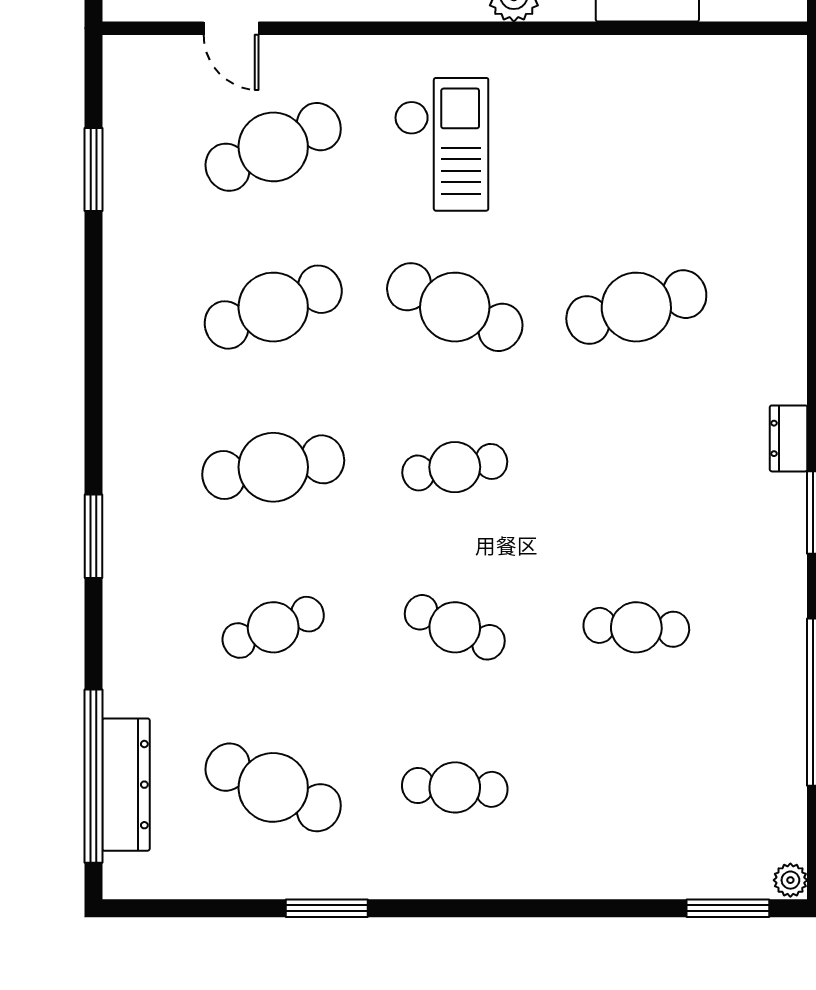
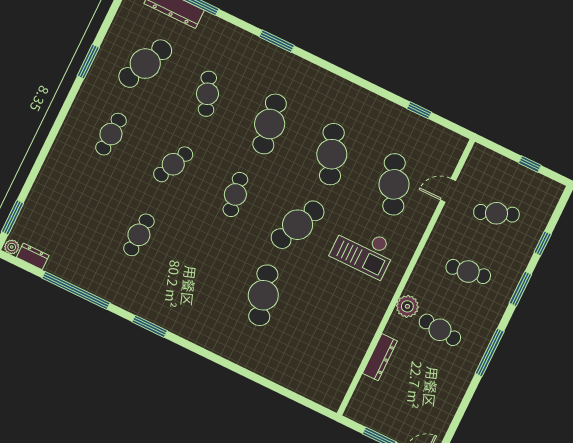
window: (93, 169) -> (419, 110), width x0.67
dresser: (789, 438) -> (33, 256), moved

